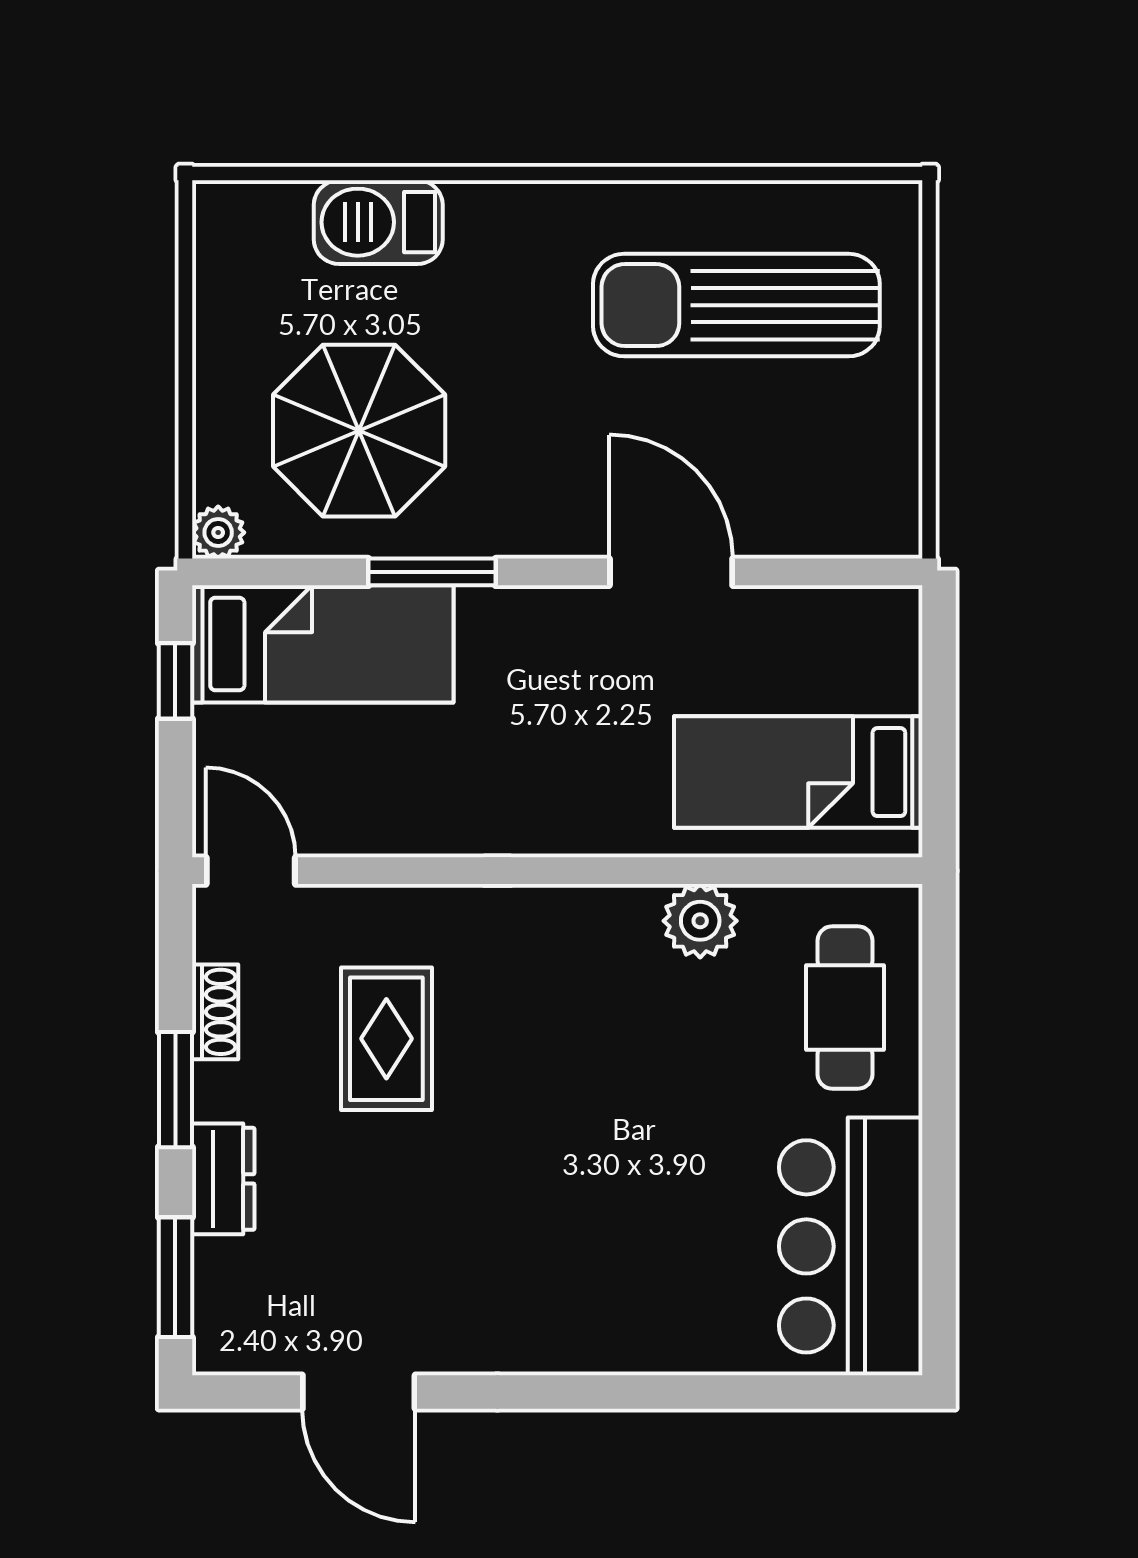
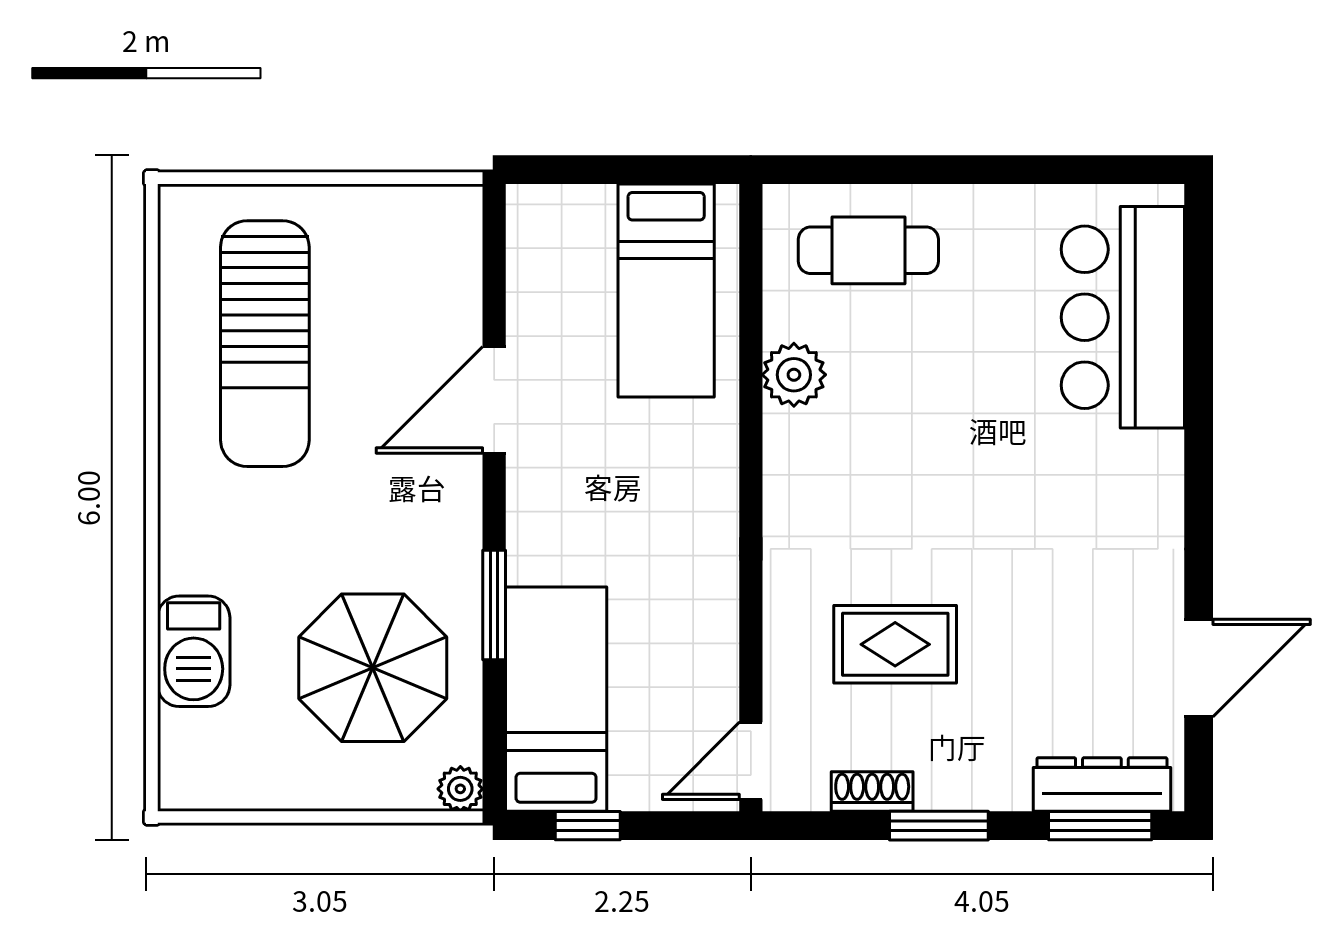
dresser: (223, 1179) -> (1102, 784), moved, width x1.44
bar counter: (851, 1246) -> (1123, 317), moved, turned 90

